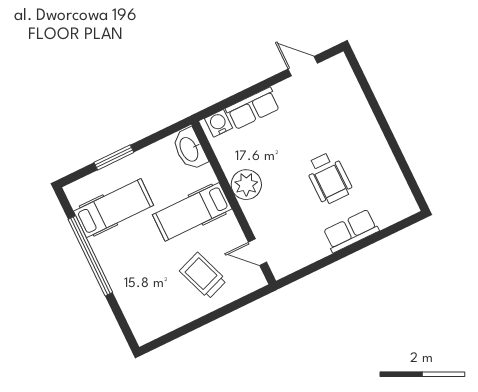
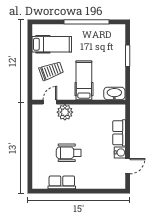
water cooler: (218, 123) -> (120, 152), moved
plant: (246, 185) -> (65, 112), moved
hospital bed: (114, 208) -> (52, 44), moved, turned -90
row of seats: (351, 231) -> (62, 182), moved, turned -90

